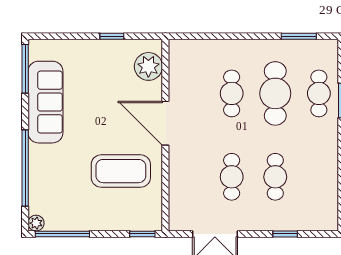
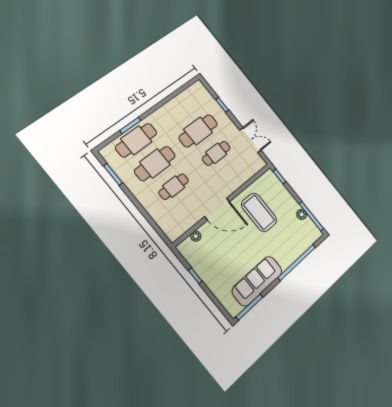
plant: (148, 66) -> (196, 236), width x0.53, depth x0.53
cafe table: (319, 93) -> (136, 140), width x1.37, depth x1.35
door: (165, 123) -> (217, 209), hinge flipped
cafe table: (275, 177) -> (198, 131), width x1.37, depth x1.35
plant: (36, 223) -> (302, 214), moved

